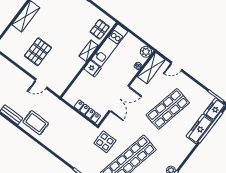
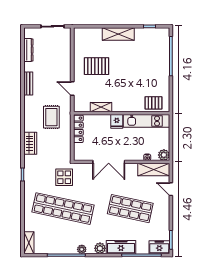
shelving: (89, 51) -> (101, 107), moved
locker: (87, 111) -> (78, 129), moved
rug: (36, 123) -> (51, 117), moved
freezer: (200, 129) -> (121, 247), moved
wardrobe: (59, 148) -> (30, 143), added
plant: (181, 156) -> (100, 248), added

